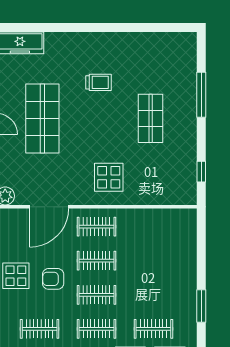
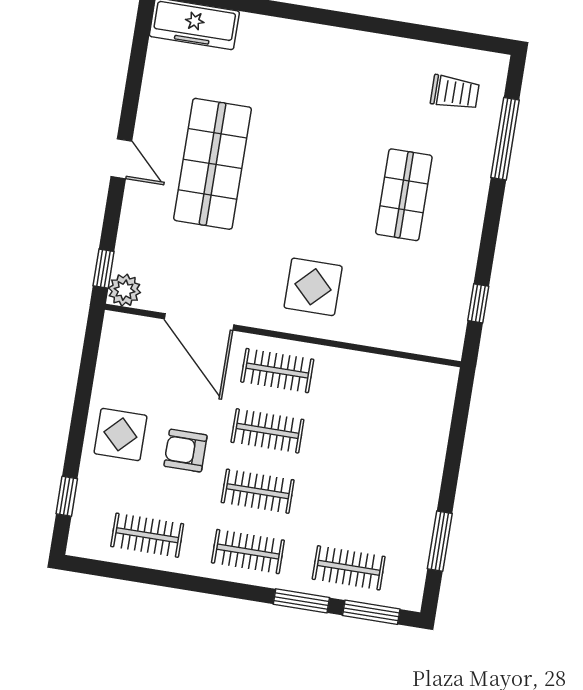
trolley: (98, 82) -> (455, 92), moved
window: (201, 95) -> (505, 139), moved
door: (49, 207) -> (199, 322), hinge flipped

